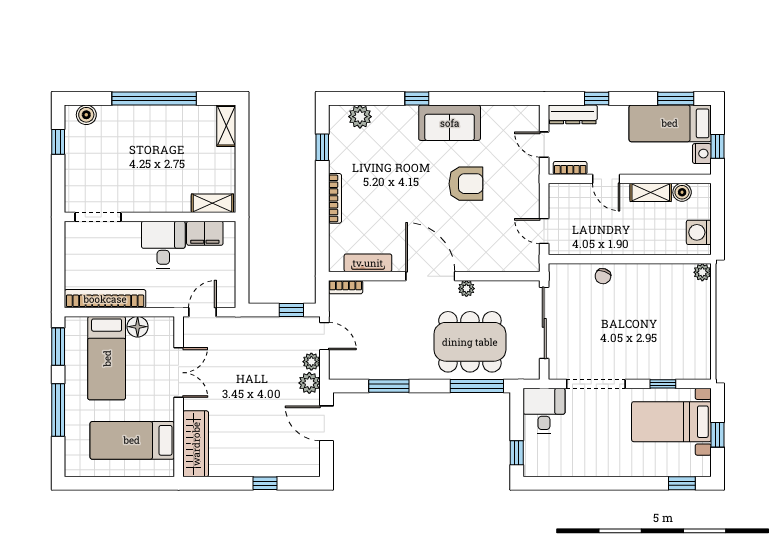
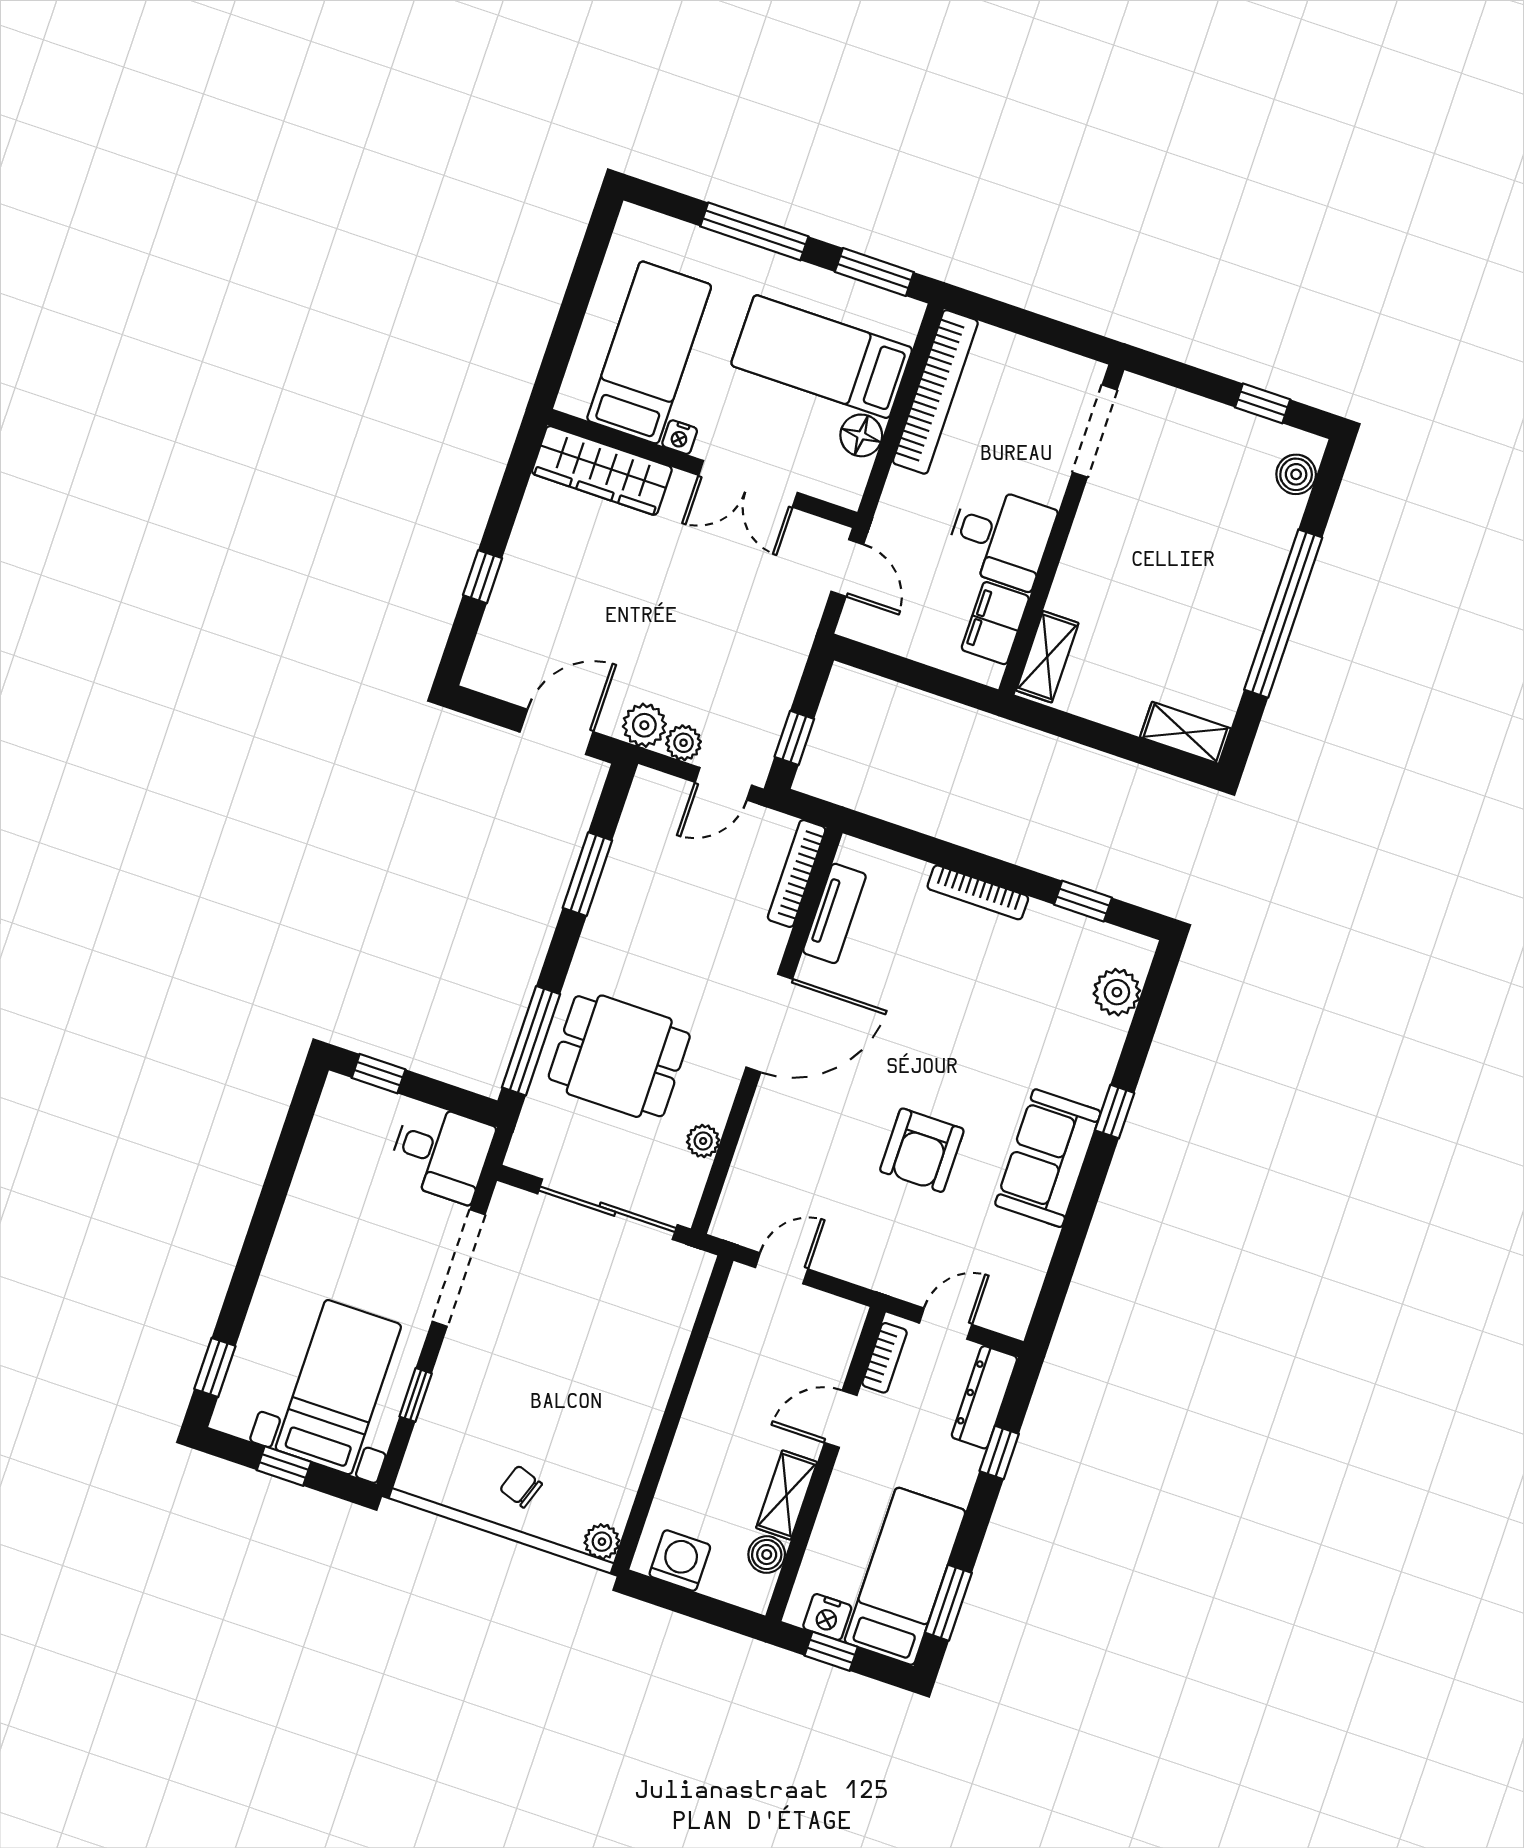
chair: (603, 276) -> (521, 1487), moved
bookcase: (346, 287) -> (797, 874), width x1.56
plant: (466, 289) -> (703, 1141), moved
dining table: (470, 342) -> (619, 1056), width x0.73
nightstand: (167, 412) -> (680, 437), added

